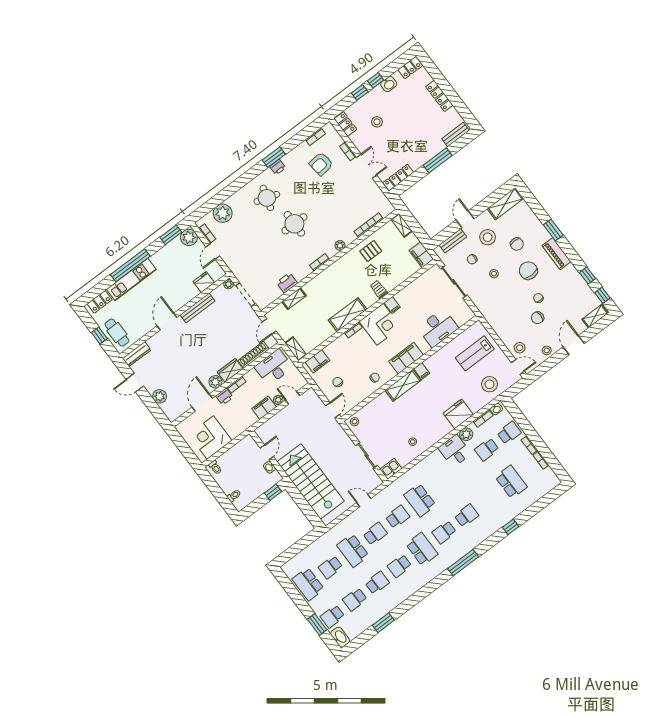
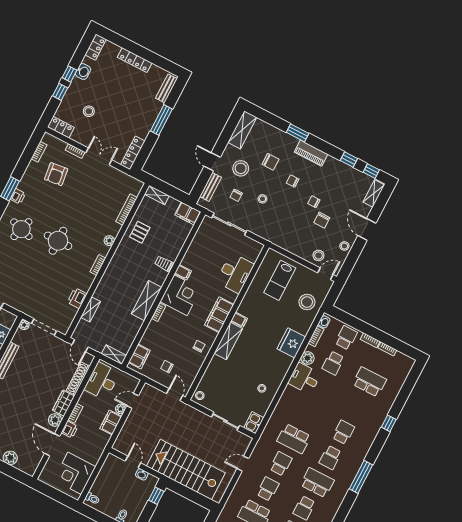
chair: (528, 271) -> (293, 181), width x0.54, depth x0.54

